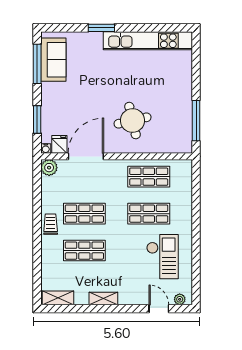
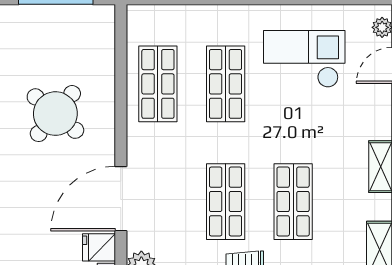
round table: (133, 121) -> (55, 114), turned -37
door: (86, 156) -> (121, 199), hinge flipped

